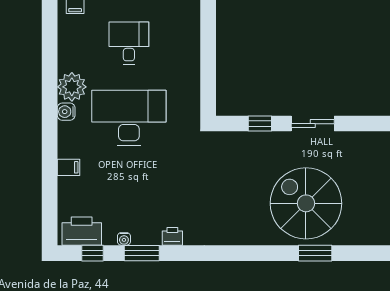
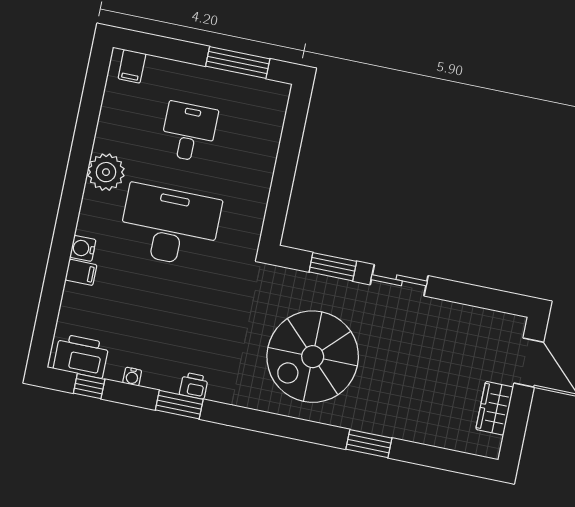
water cooler: (66, 112) -> (83, 248), moved
window: (260, 124) -> (333, 267), width x1.50
spiral stairs: (306, 203) -> (313, 357), moved, turned -90
window: (142, 253) -> (179, 405), moved

